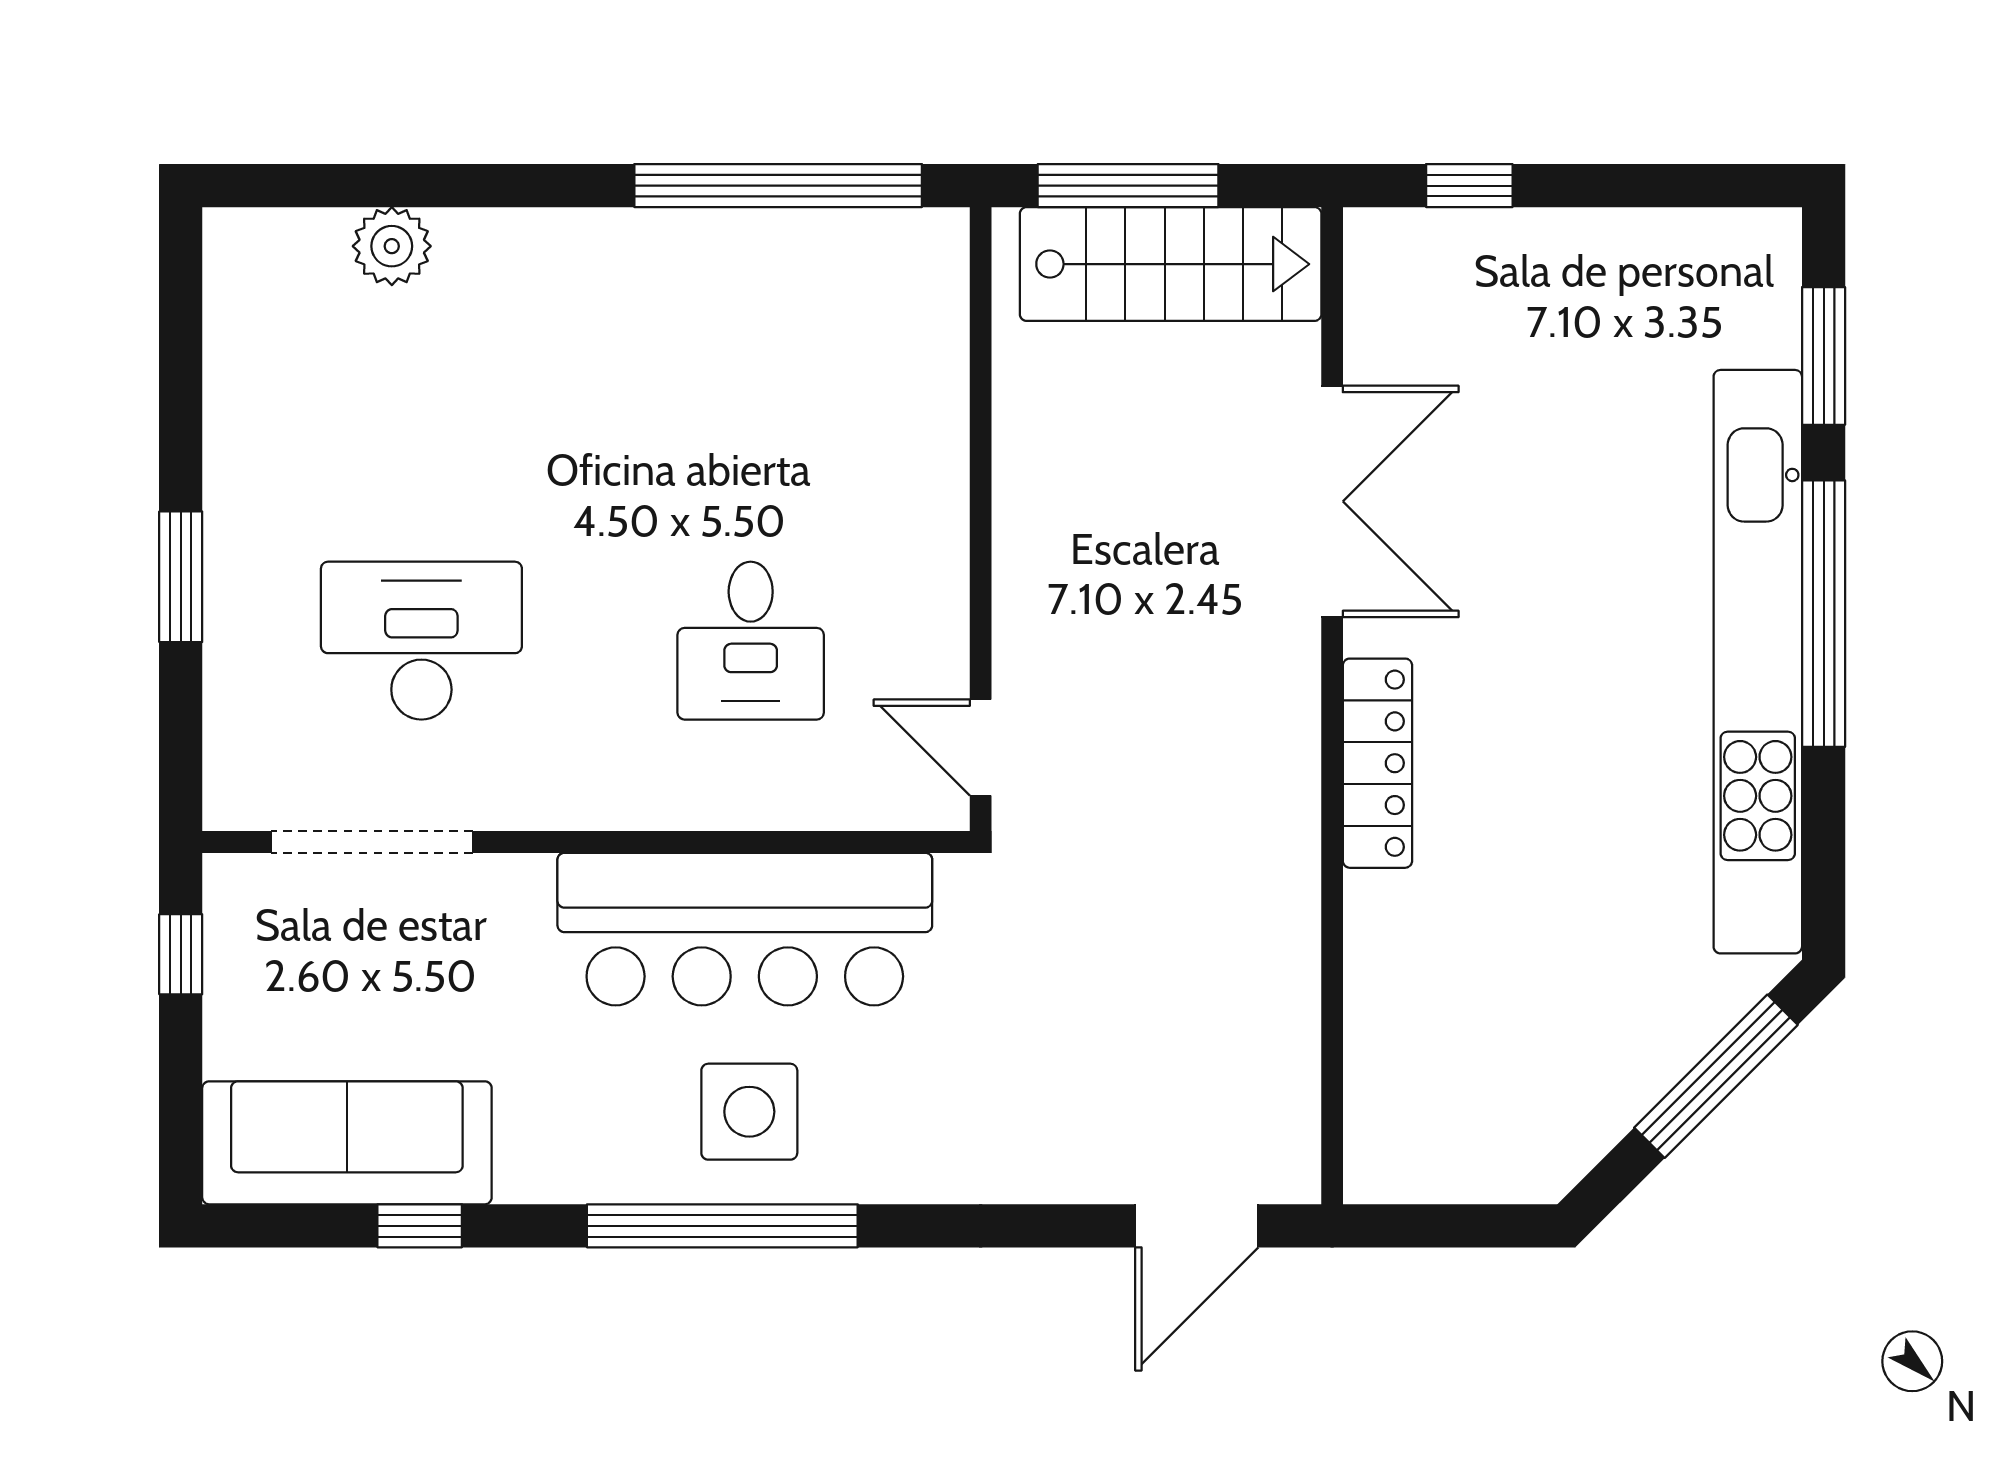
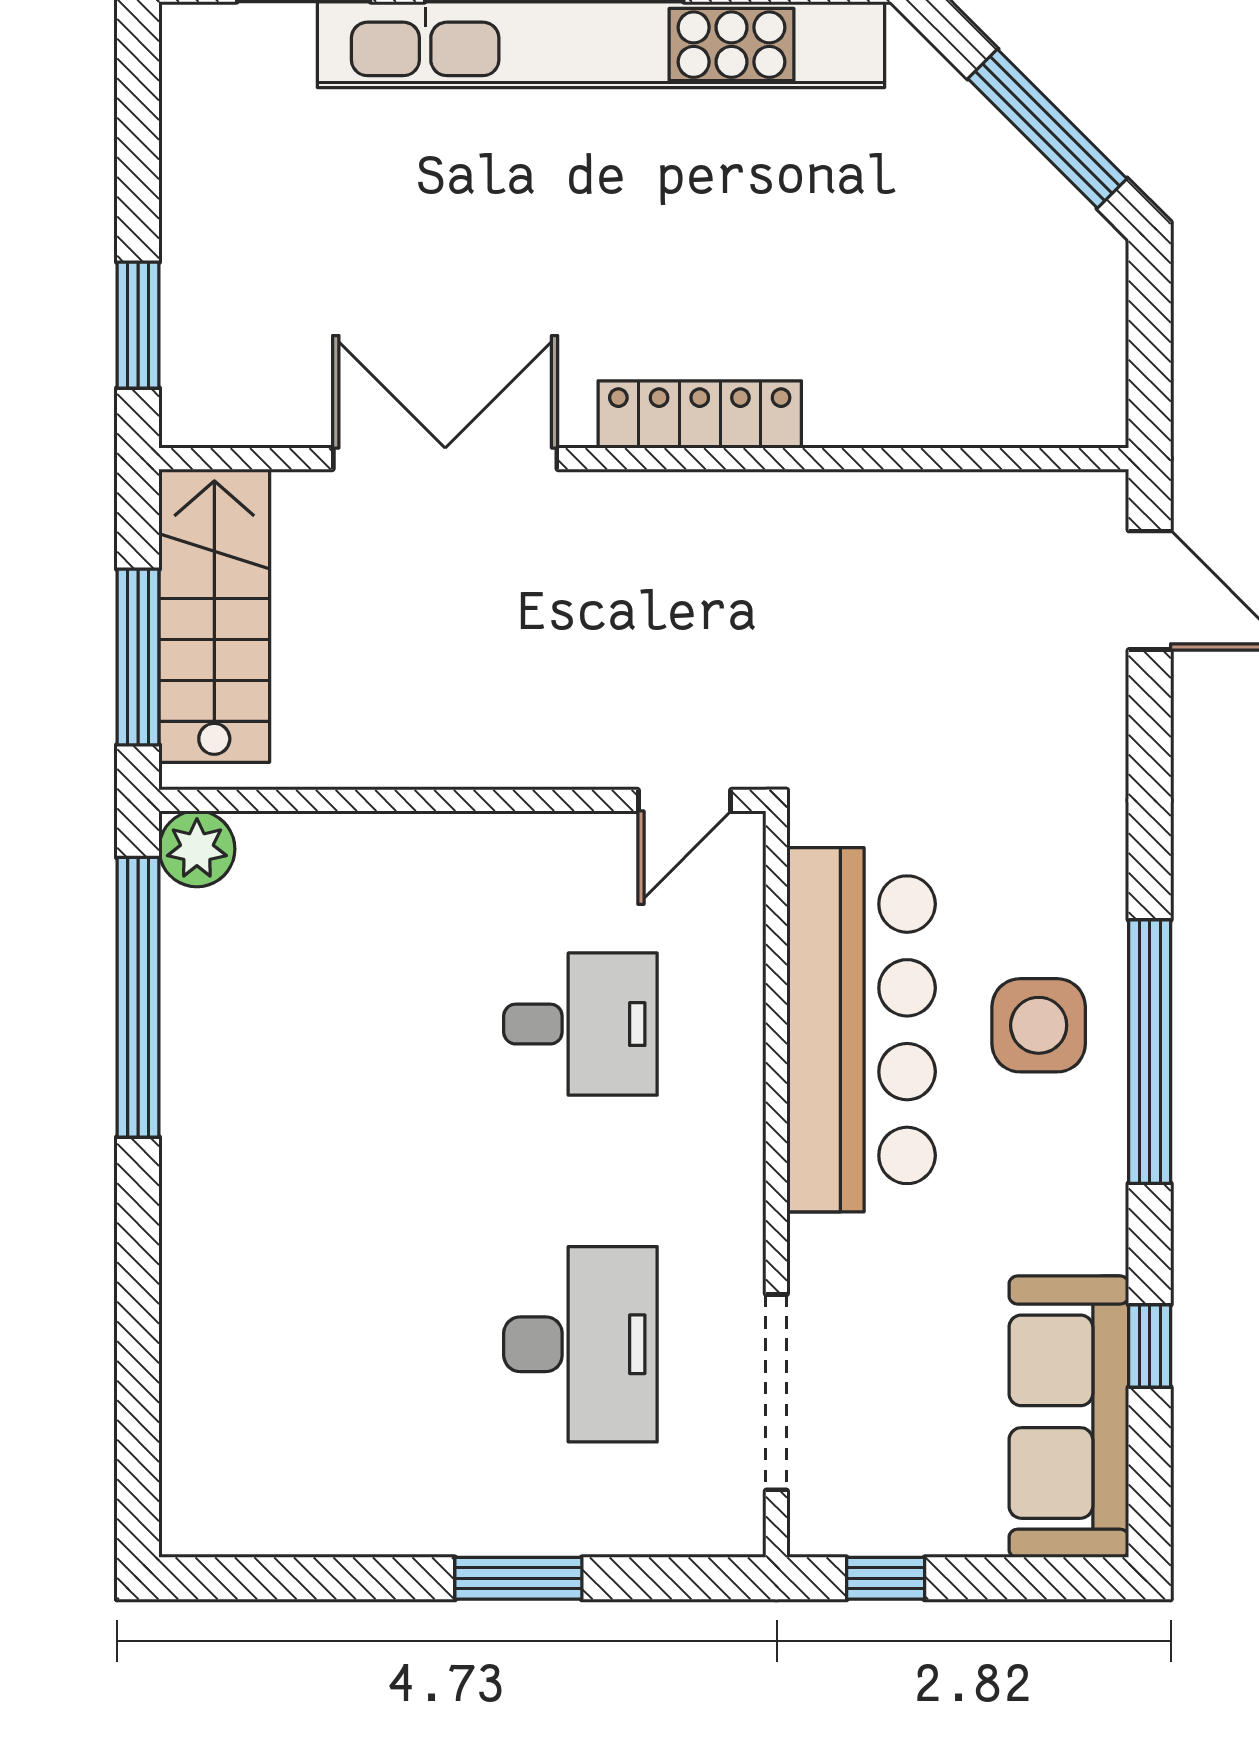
window: (1469, 186) -> (138, 325), width x1.50
plant: (392, 246) -> (197, 849), moved
desk: (421, 641) -> (580, 1344), turned 180
window: (1716, 1076) -> (1047, 129), moved

